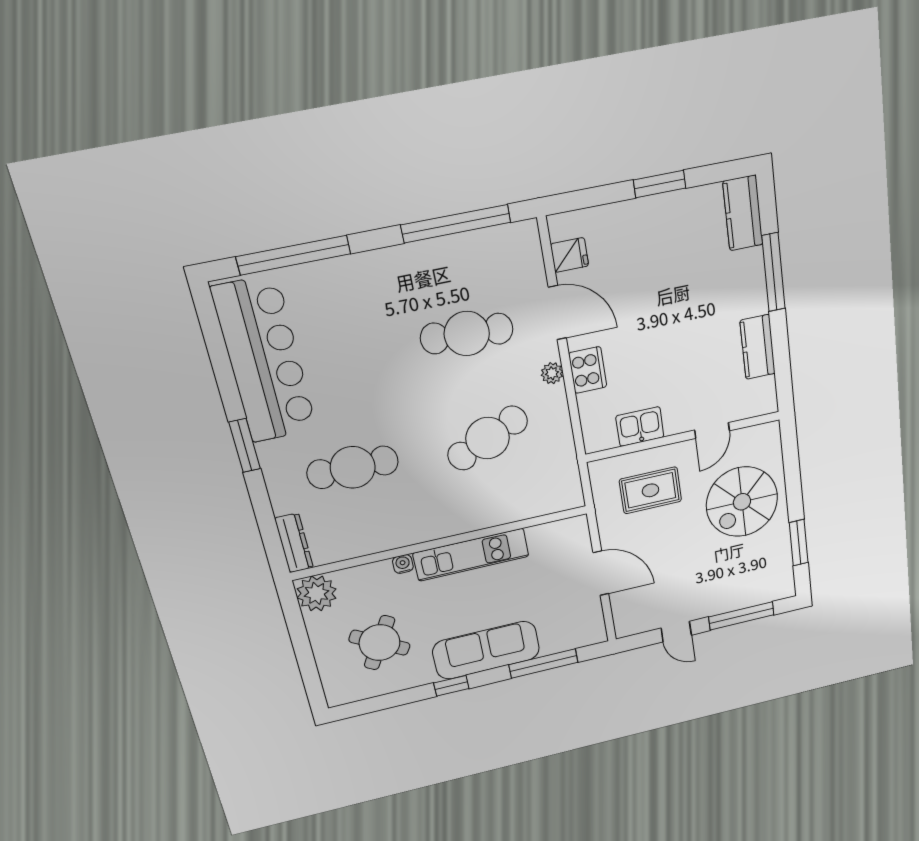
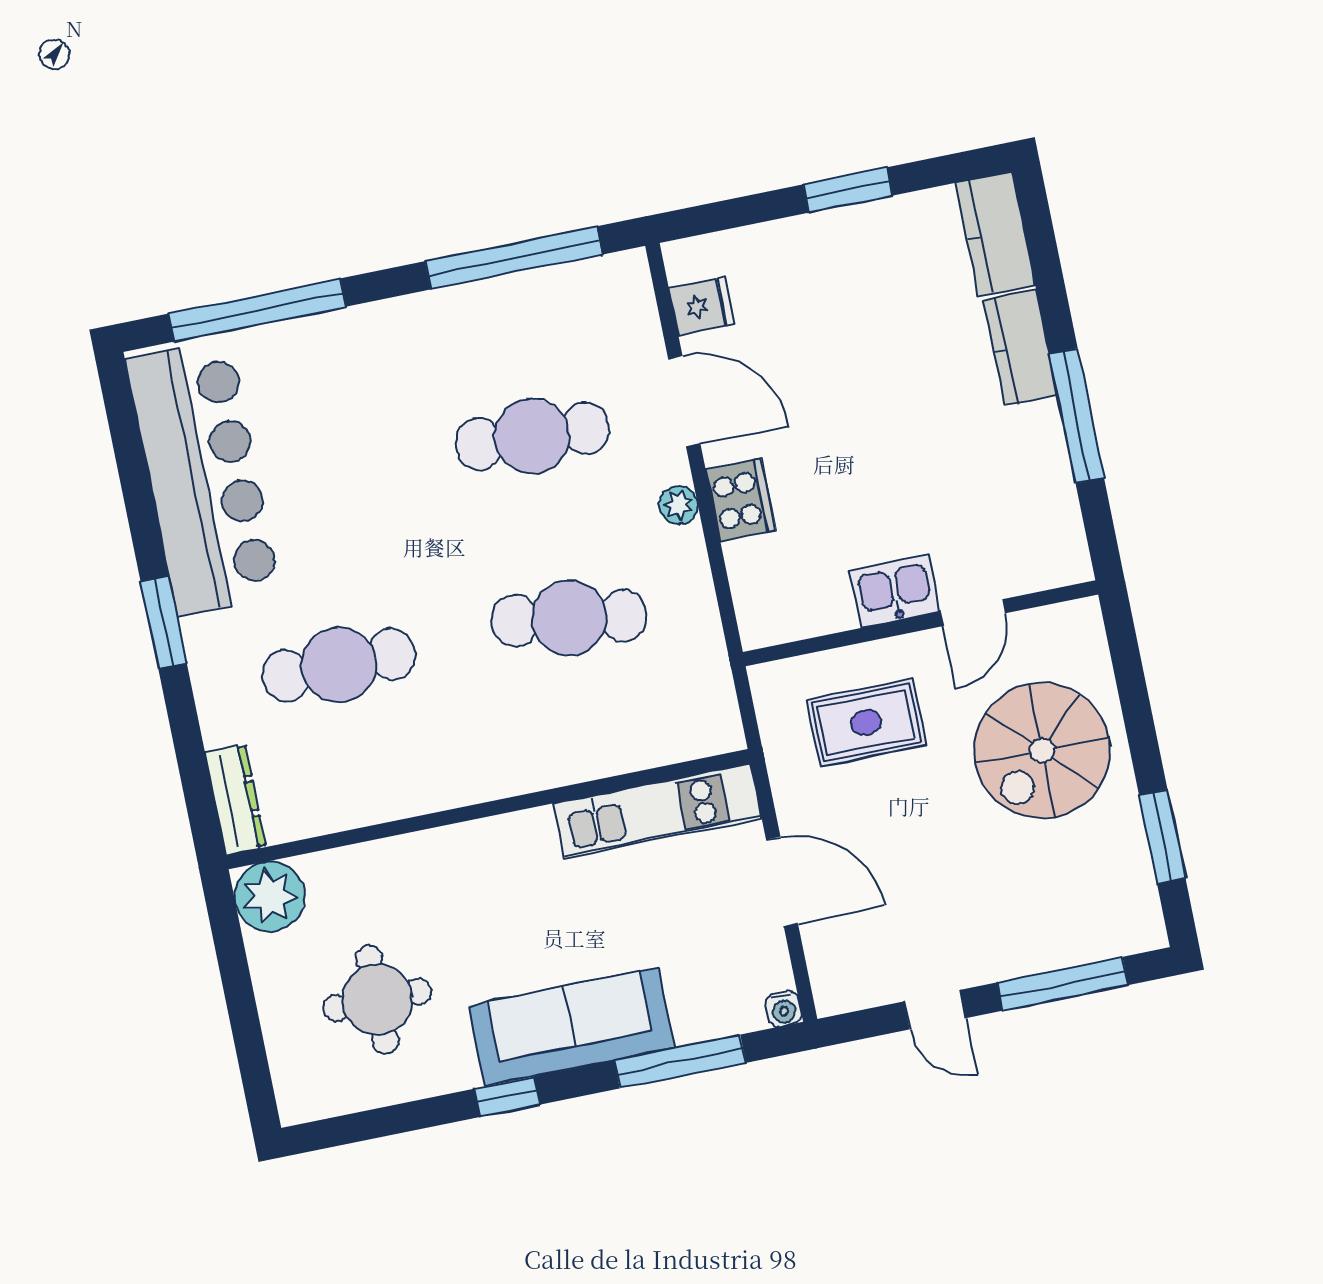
window: (773, 272) -> (1077, 416), moved
kitchen counter: (758, 347) -> (1020, 347), moved
kitchen sink: (640, 427) -> (895, 591), moved
cafe table: (488, 438) -> (569, 618), turned 33
kitchen unit: (471, 555) -> (658, 811), moved
water cooler: (403, 564) -> (784, 1009), moved, turned 180
round table: (380, 643) -> (377, 999), turned -30

